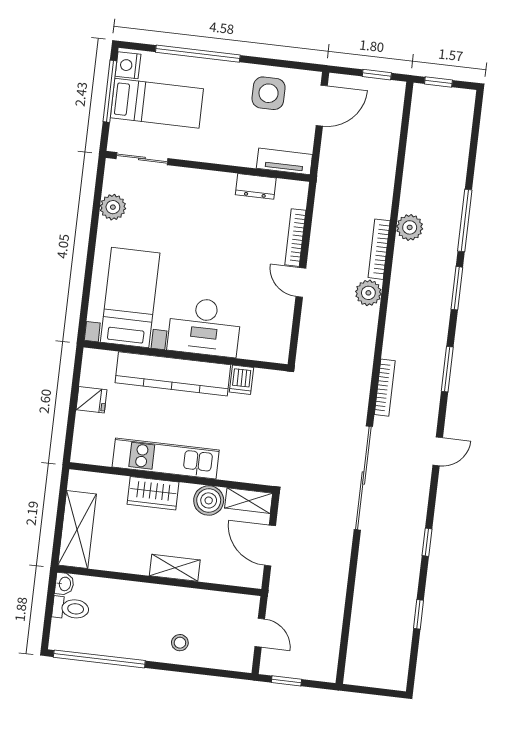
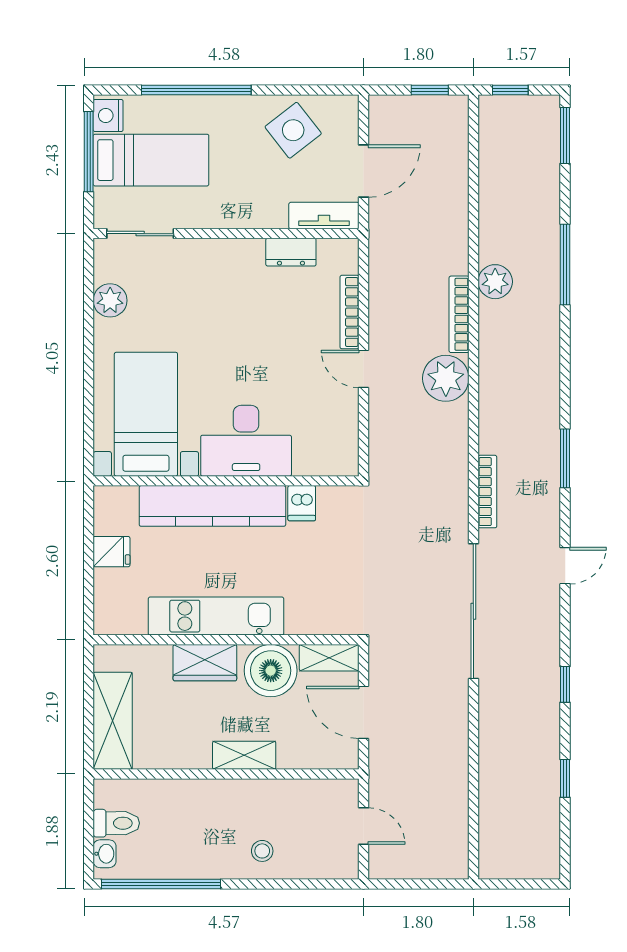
side table: (269, 93) -> (293, 130), turned -38
door: (322, 106) -> (364, 171), moved
window: (457, 288) -> (565, 136), moved
plant: (368, 293) -> (446, 378), width x1.36, depth x1.36
boiler: (209, 500) -> (271, 671), width x1.37, depth x1.37
washbasin: (64, 584) -> (105, 854), moved
window: (286, 681) -> (405, 884), removed

